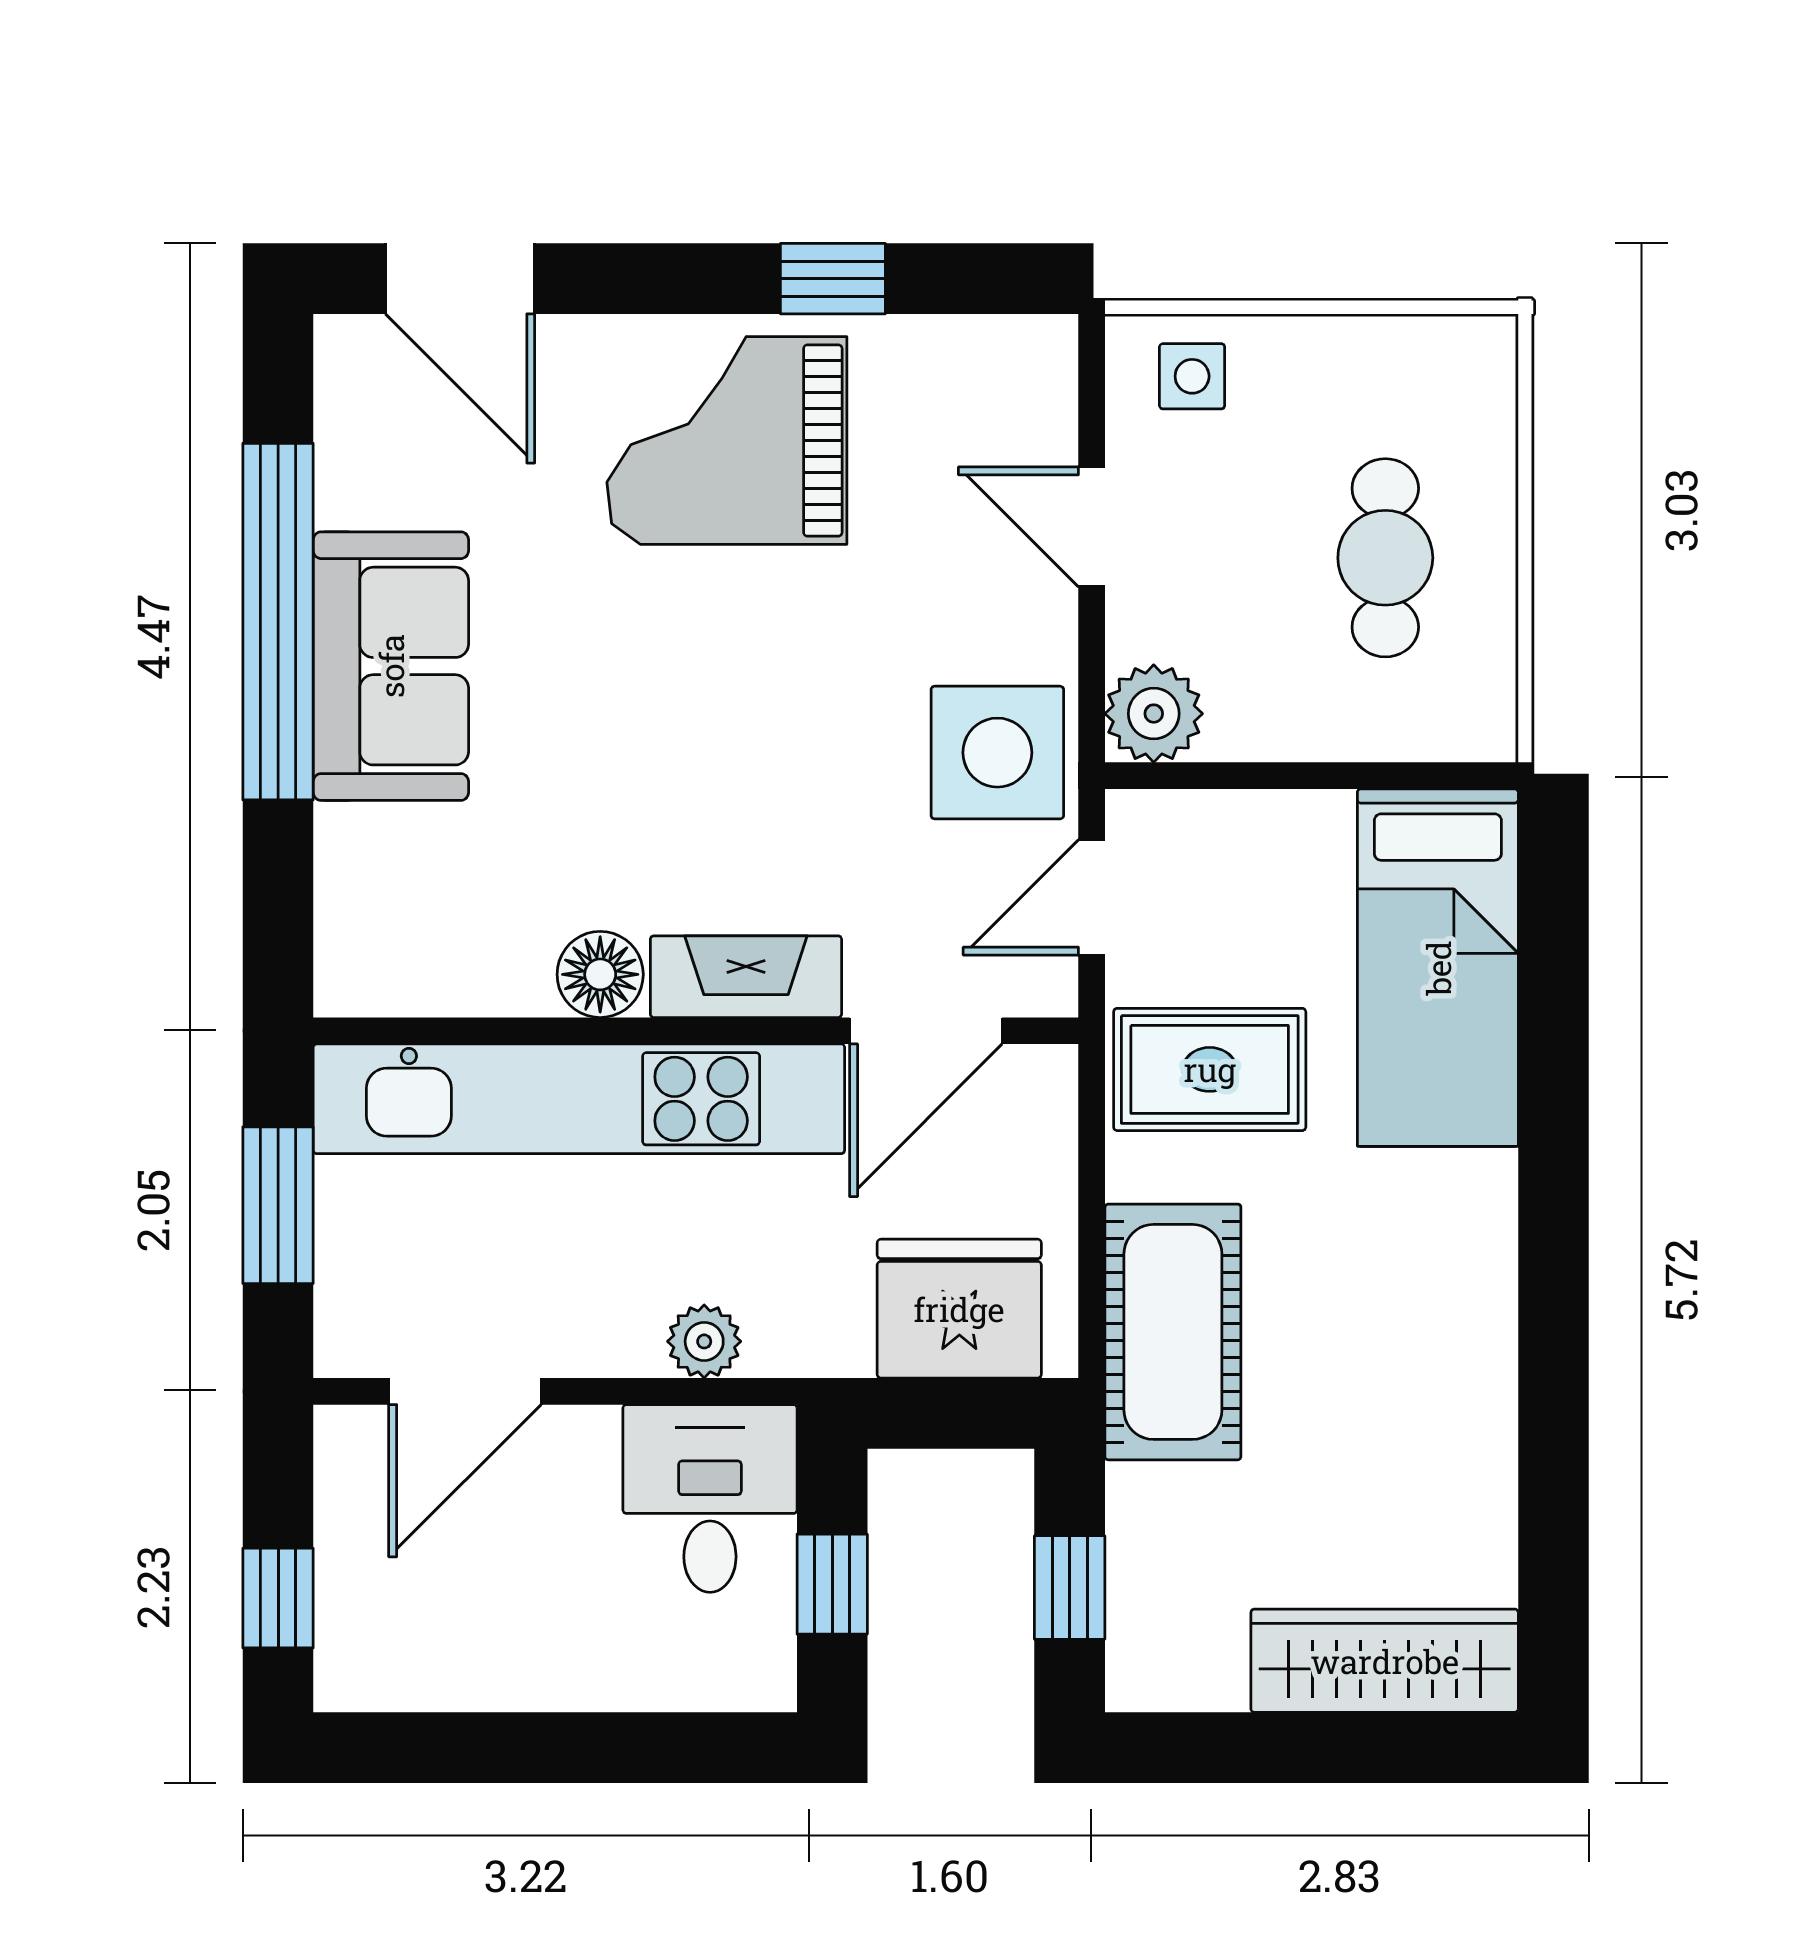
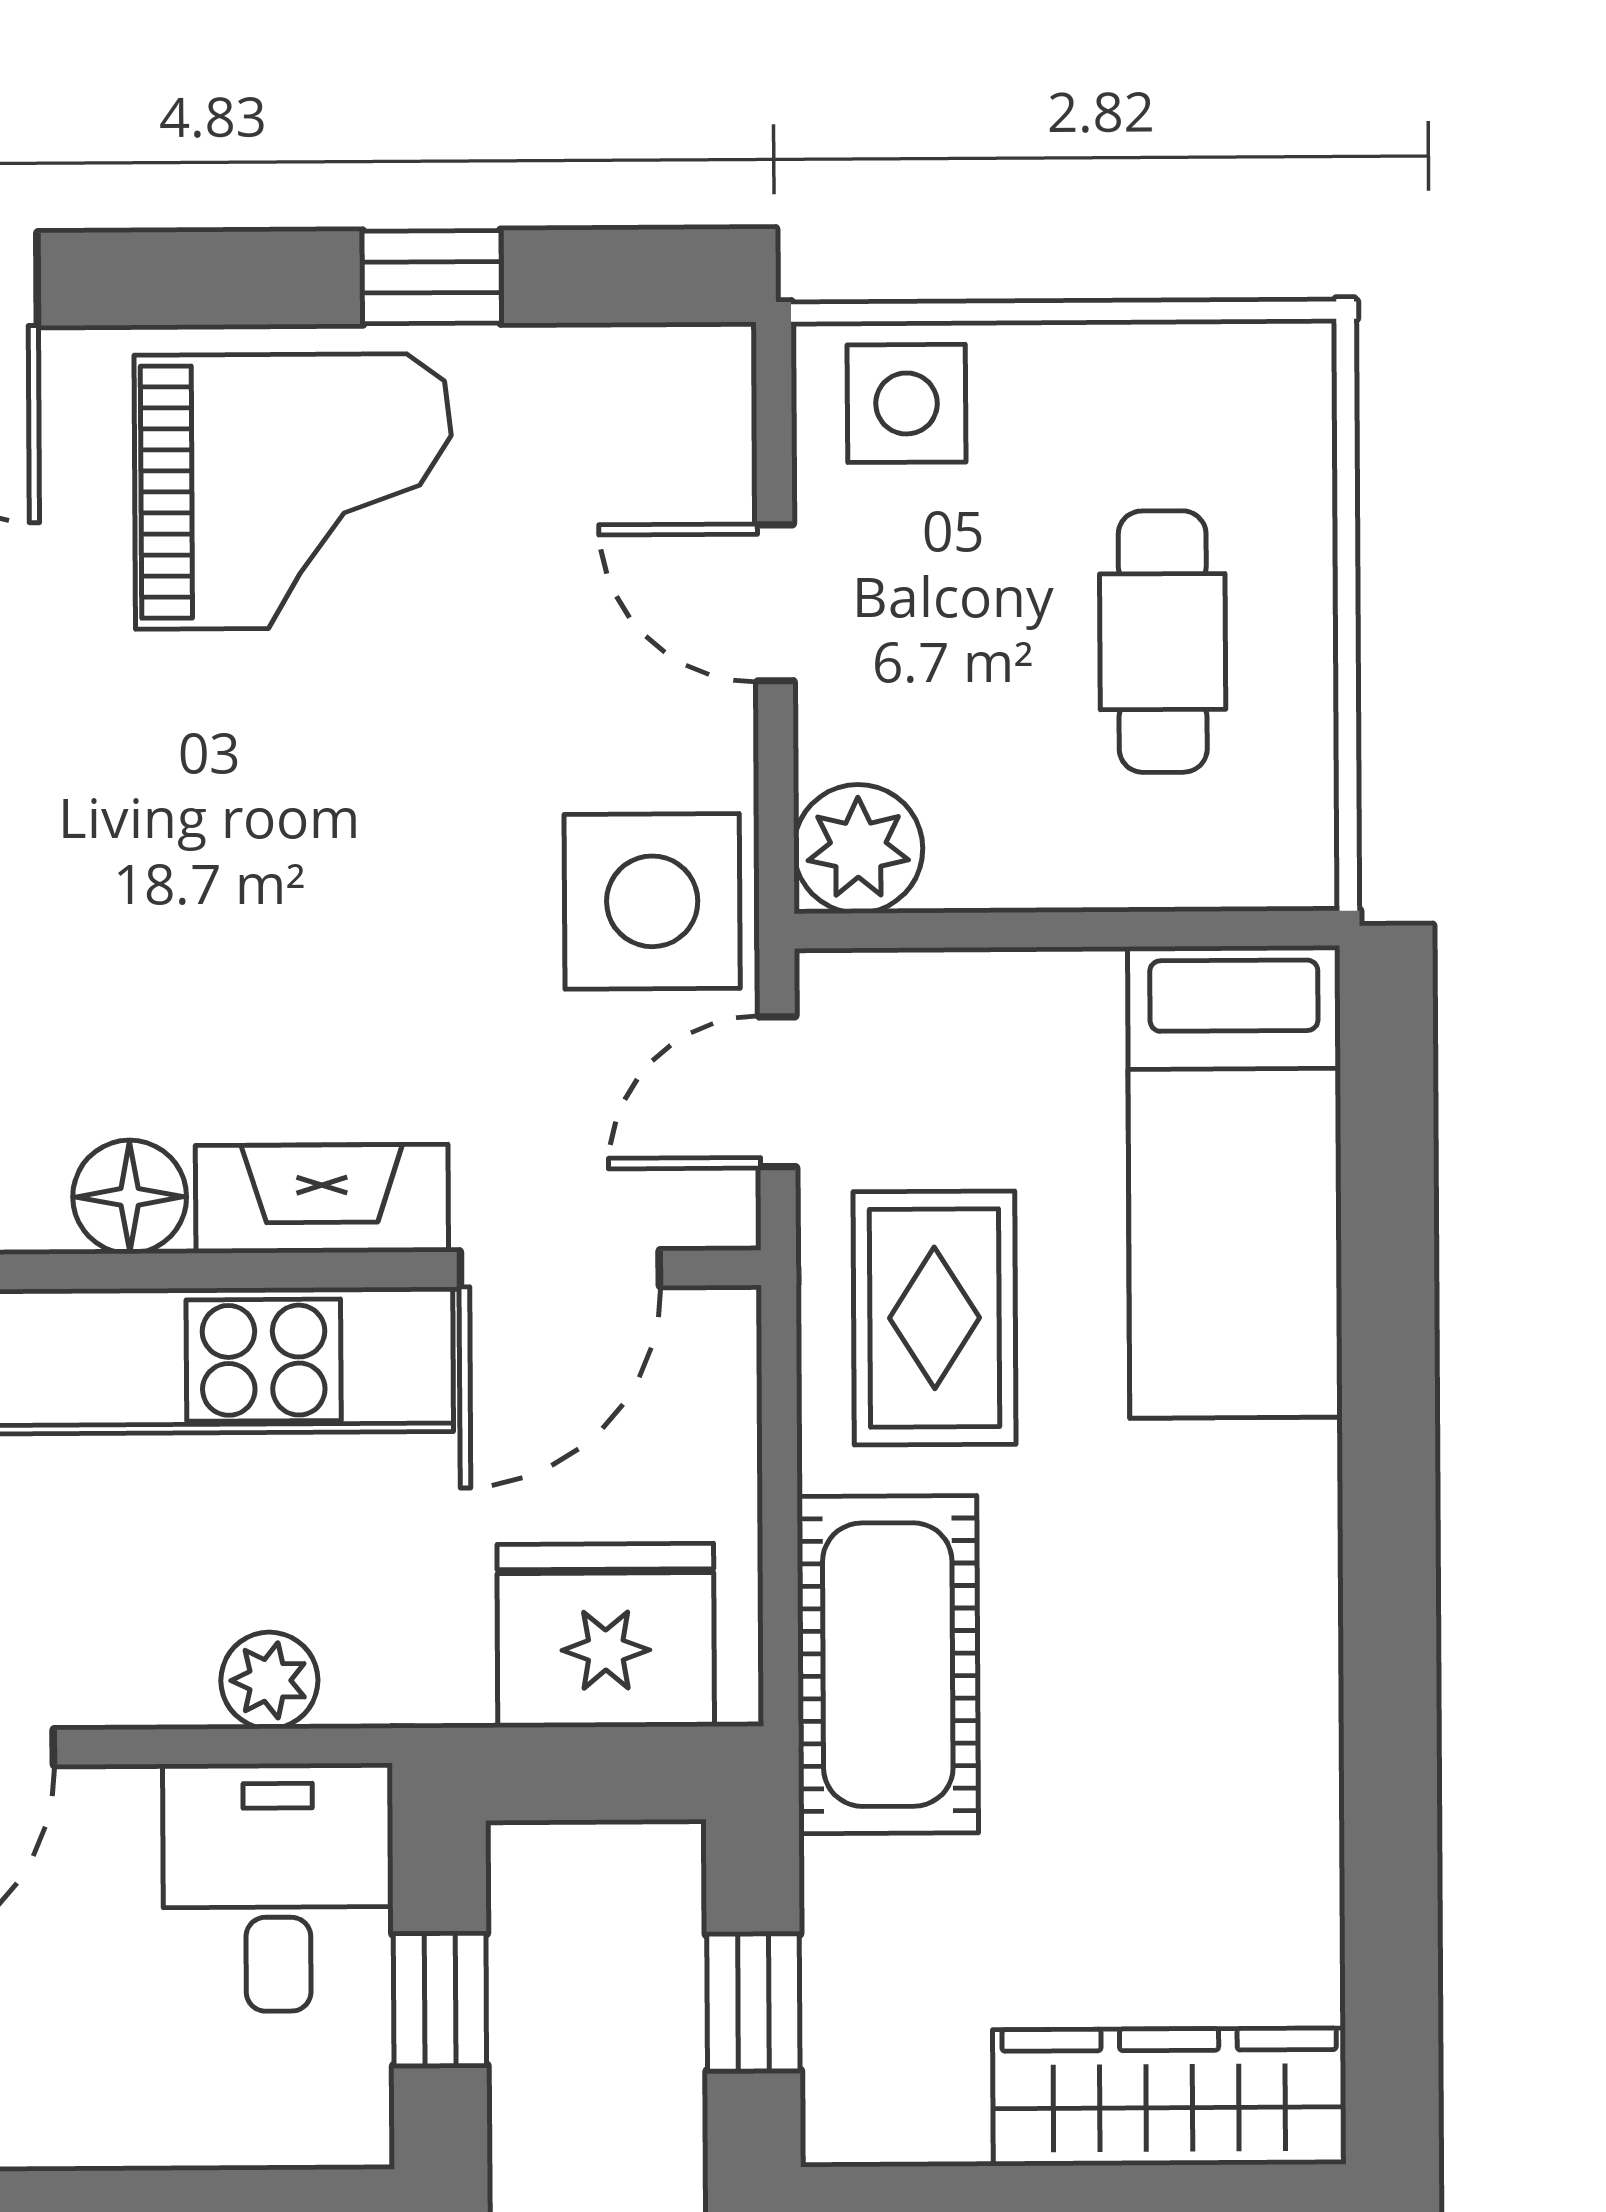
side table: (1192, 376) -> (907, 403), width x1.37, depth x1.37
grand piano: (727, 440) -> (293, 491), turned 180
rug: (1210, 1069) -> (935, 1318), turned 90

